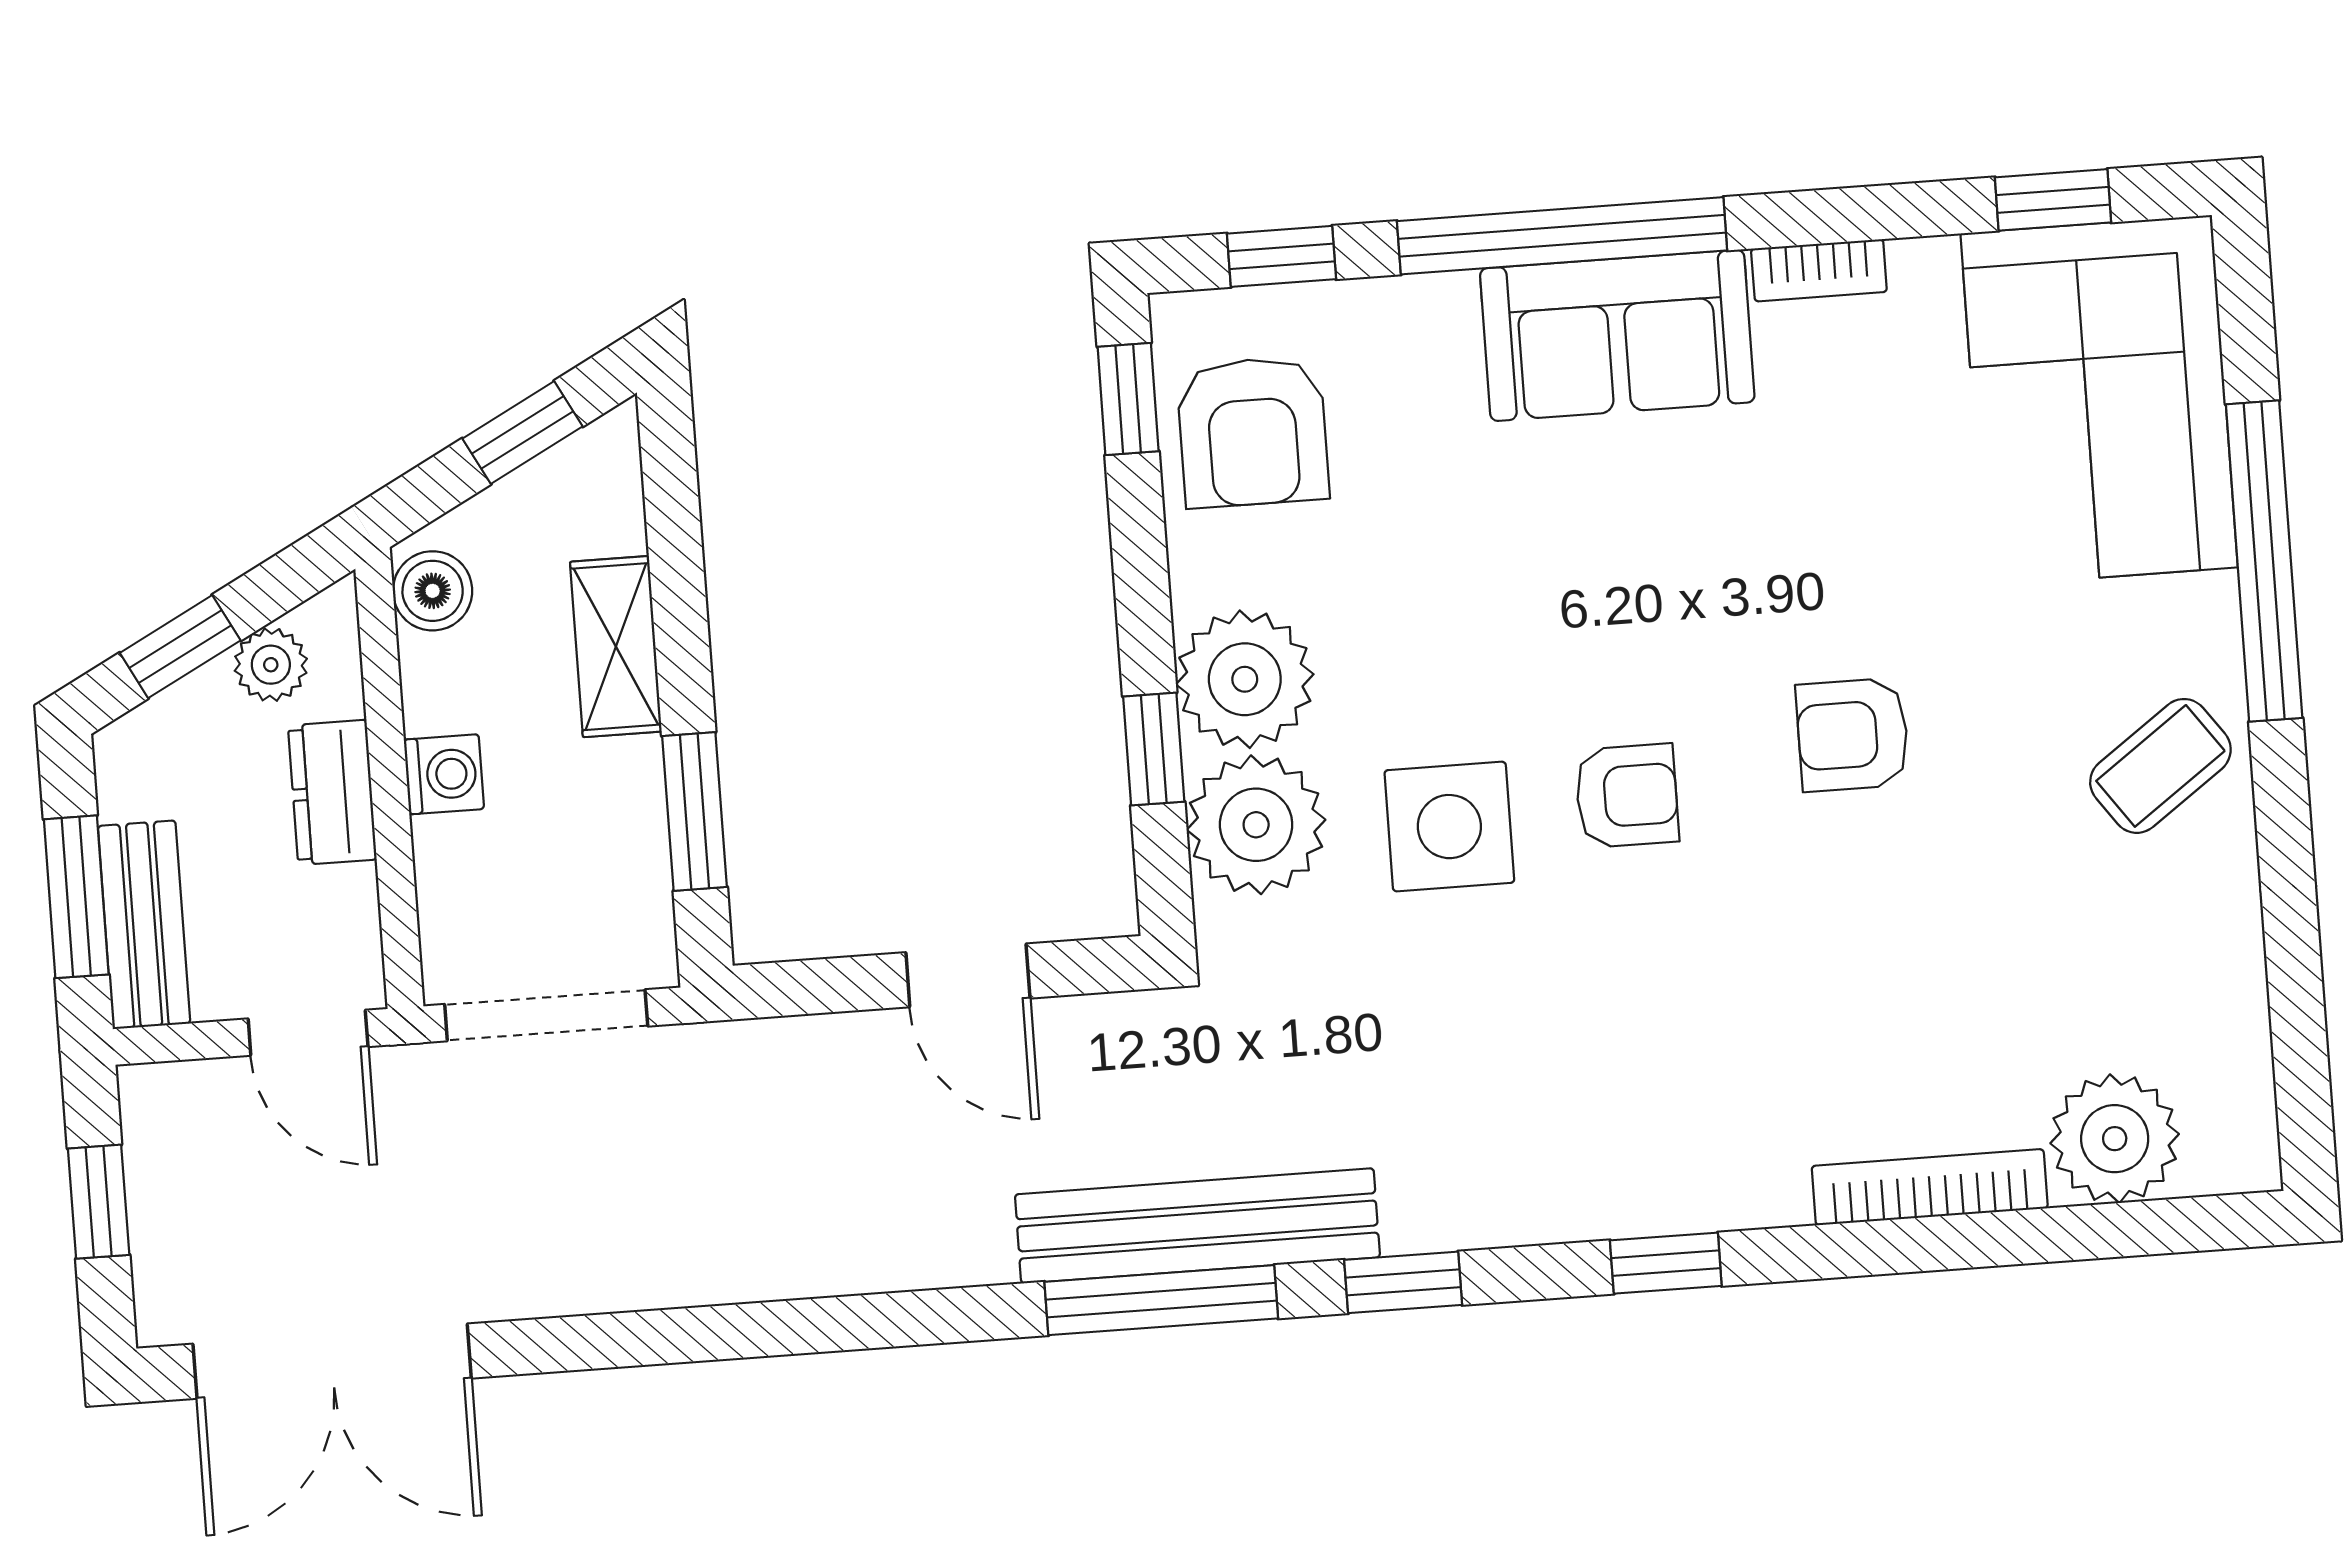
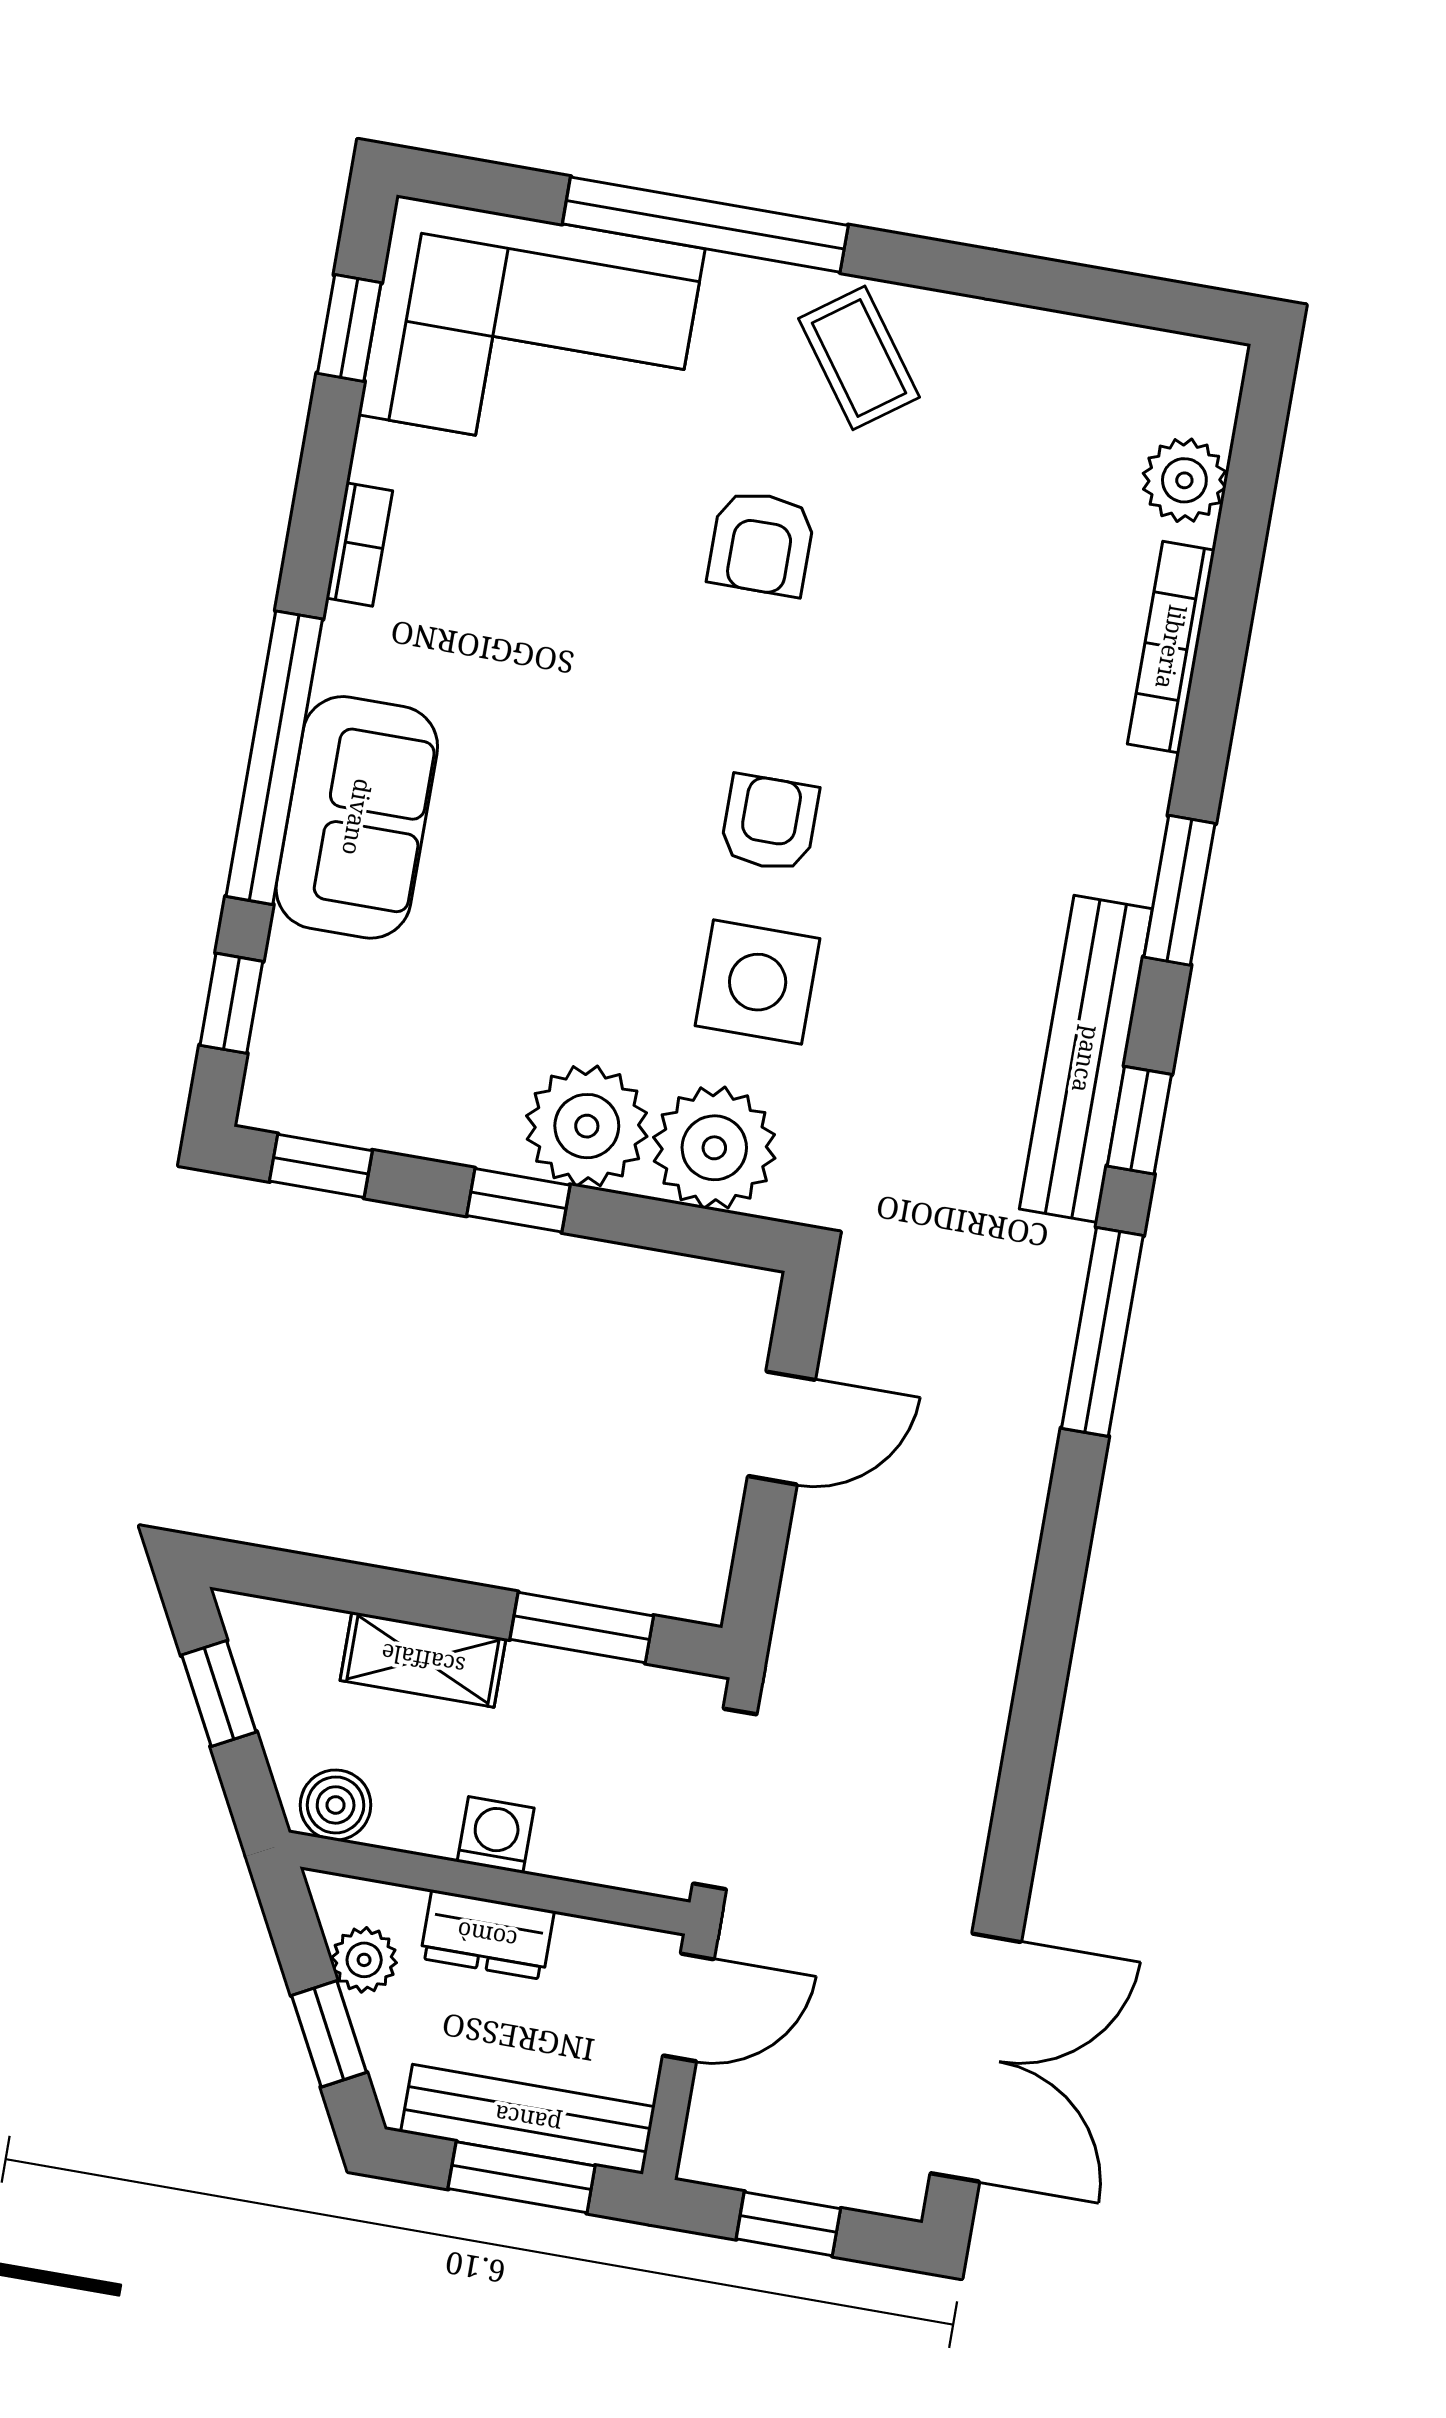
sofa: (1617, 335) -> (357, 817), moved
armchair: (1253, 432) -> (376, 1066), removed
armchair: (1853, 735) -> (761, 543), moved
window: (1154, 749) -> (518, 1200), moved
bench: (144, 925) -> (528, 2119), width x1.36
plant: (2115, 1139) -> (1184, 480), width x0.73, depth x0.73
bench: (1197, 1226) -> (1086, 1059), moved
window: (1666, 1263) -> (1179, 890), width x1.50

